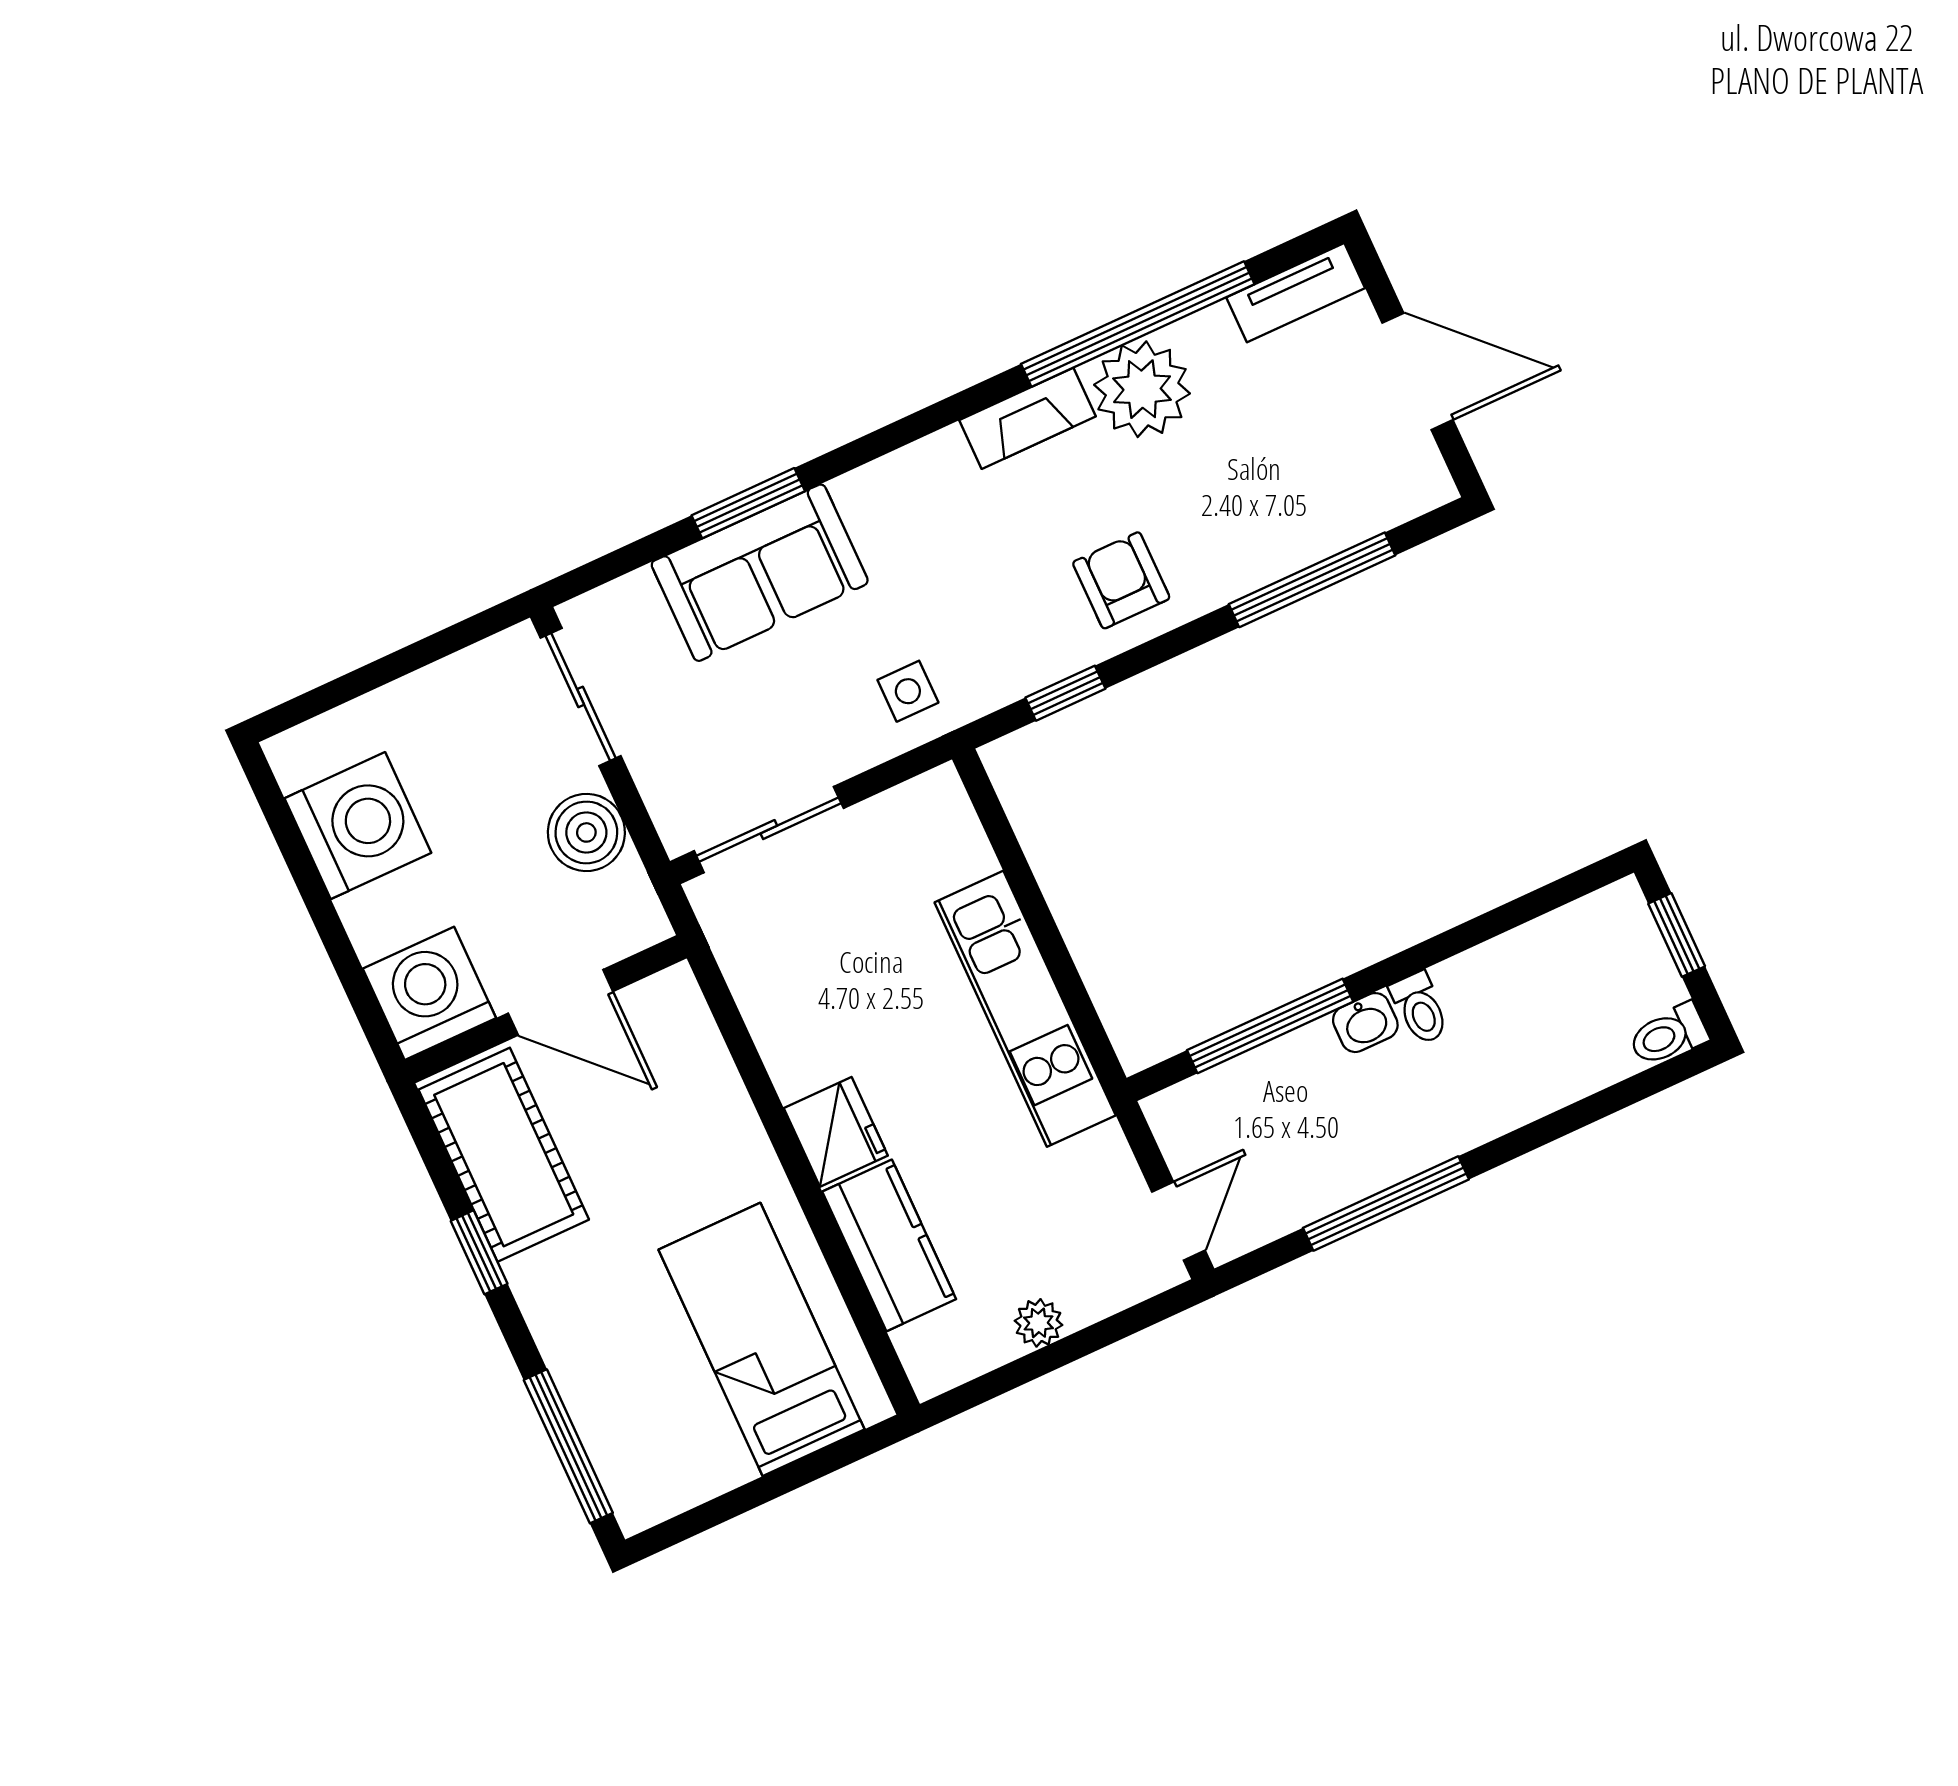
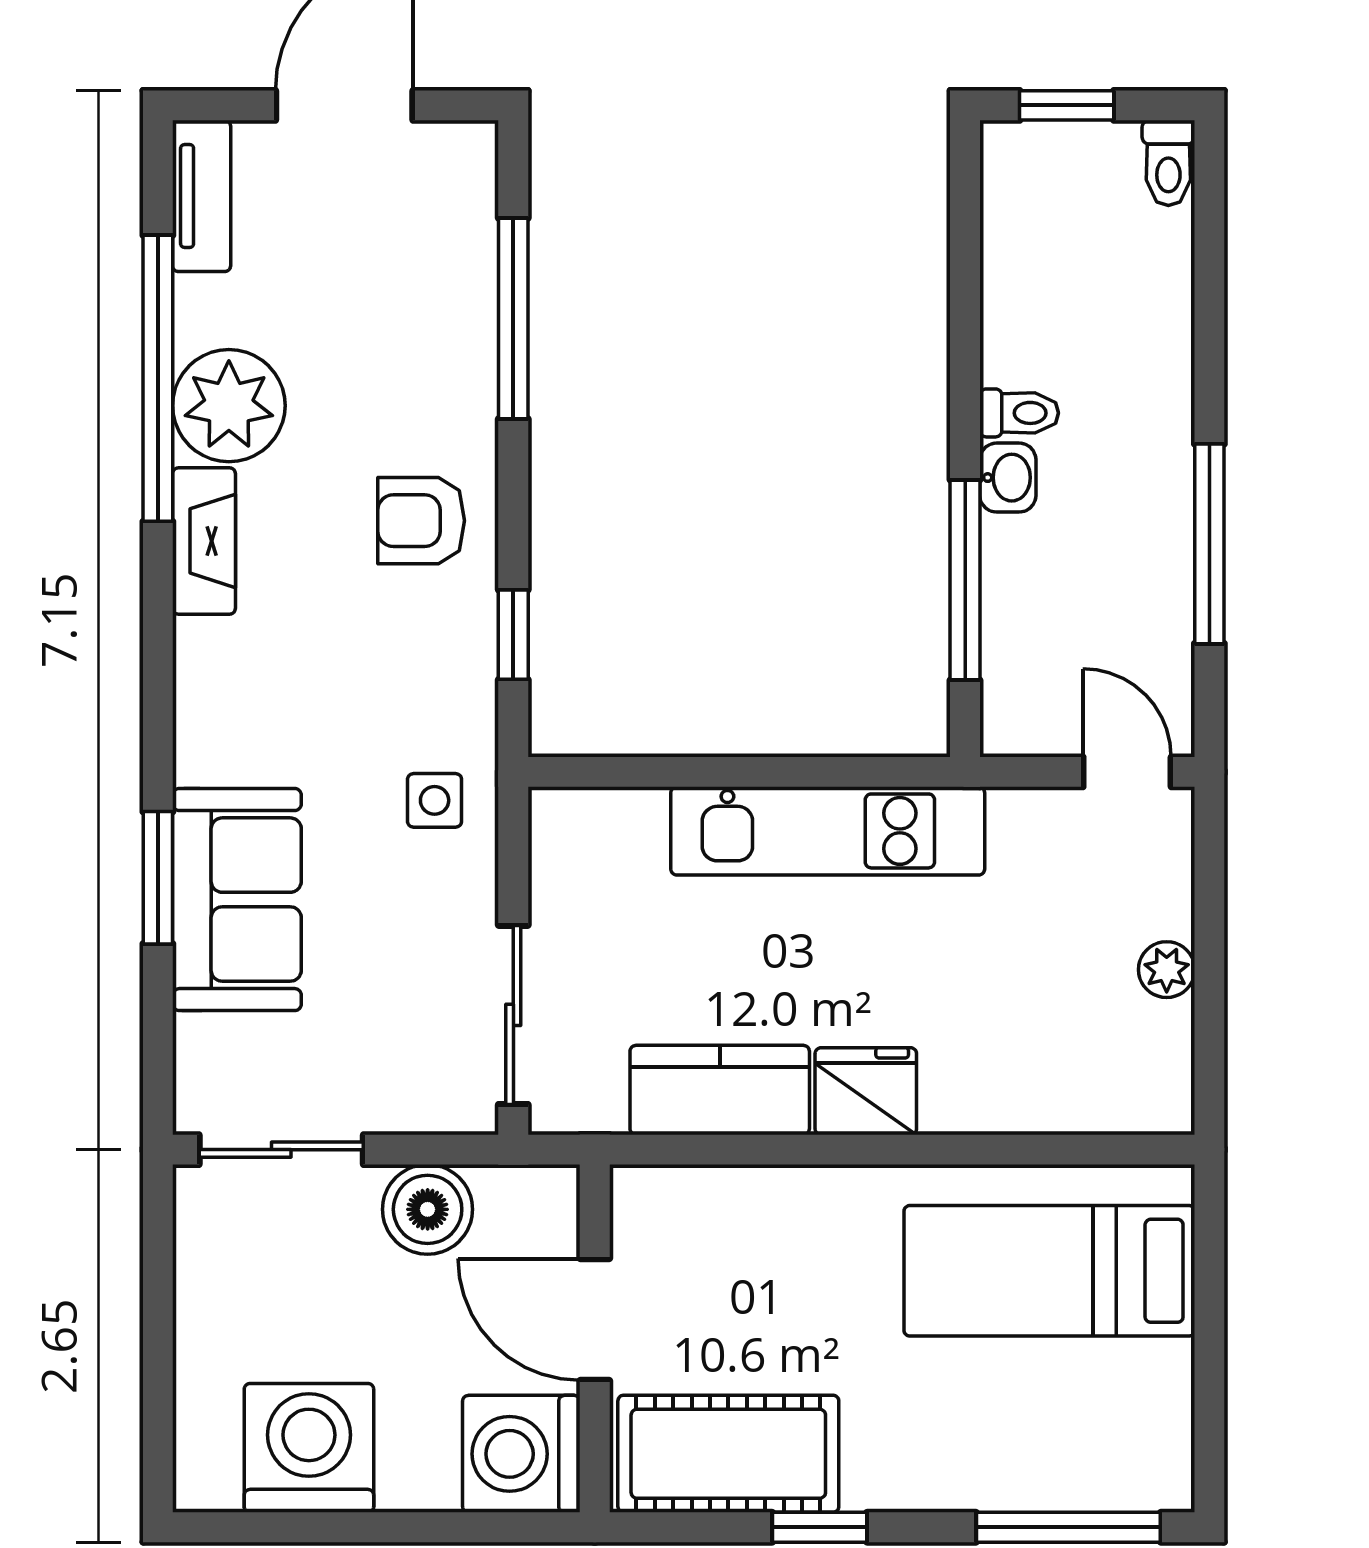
door: (561, 1002) -> (595, 1319), swing flipped
kitchen counter: (889, 1245) -> (720, 1090), moved

